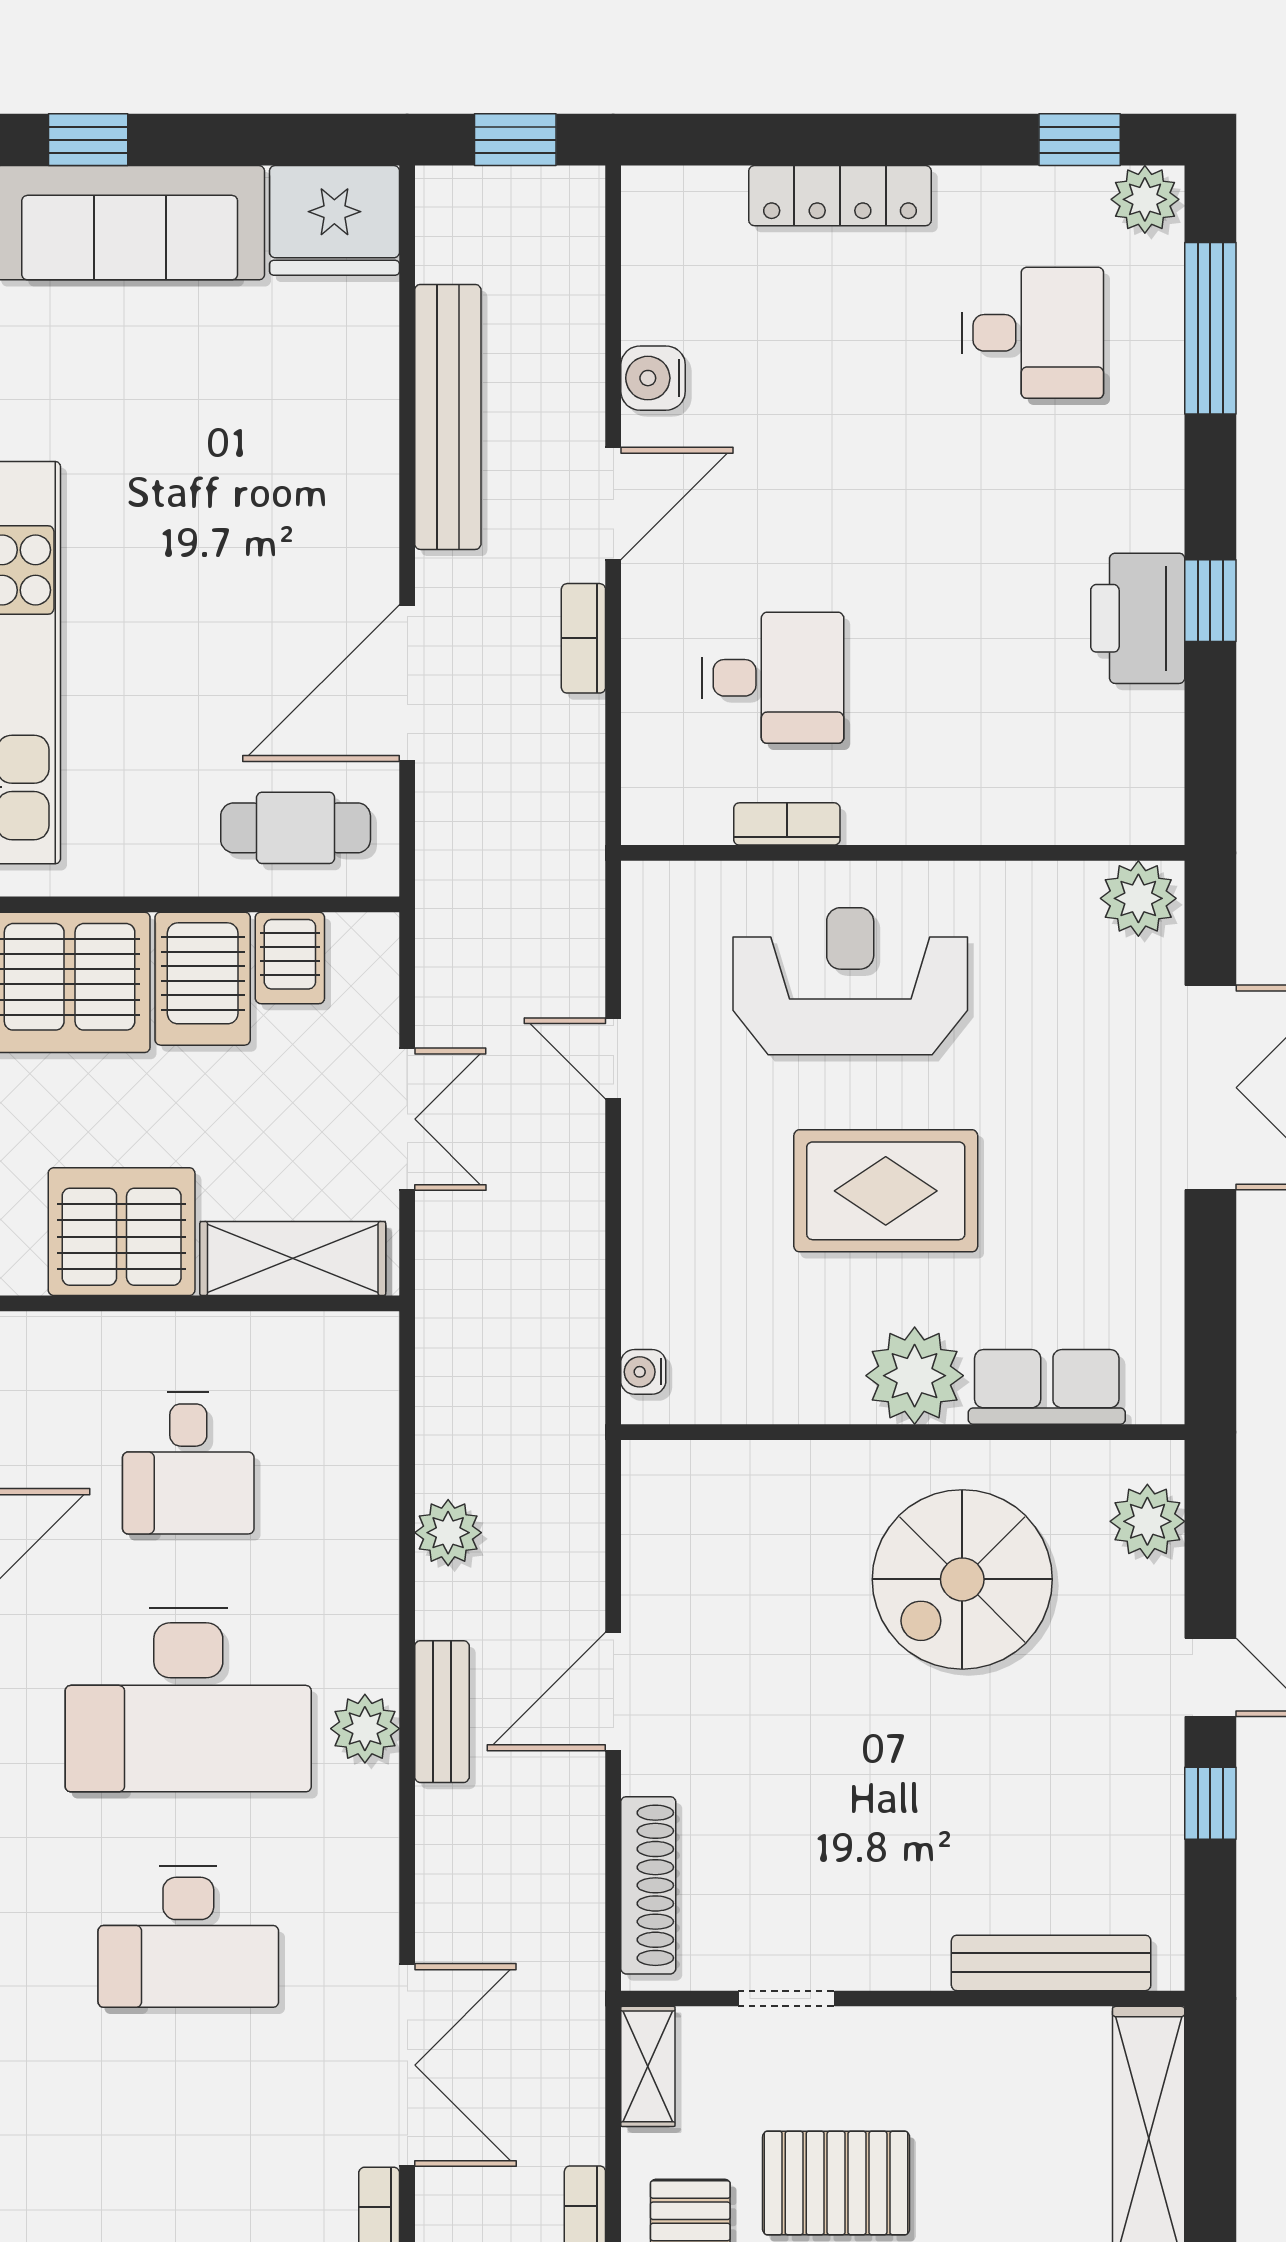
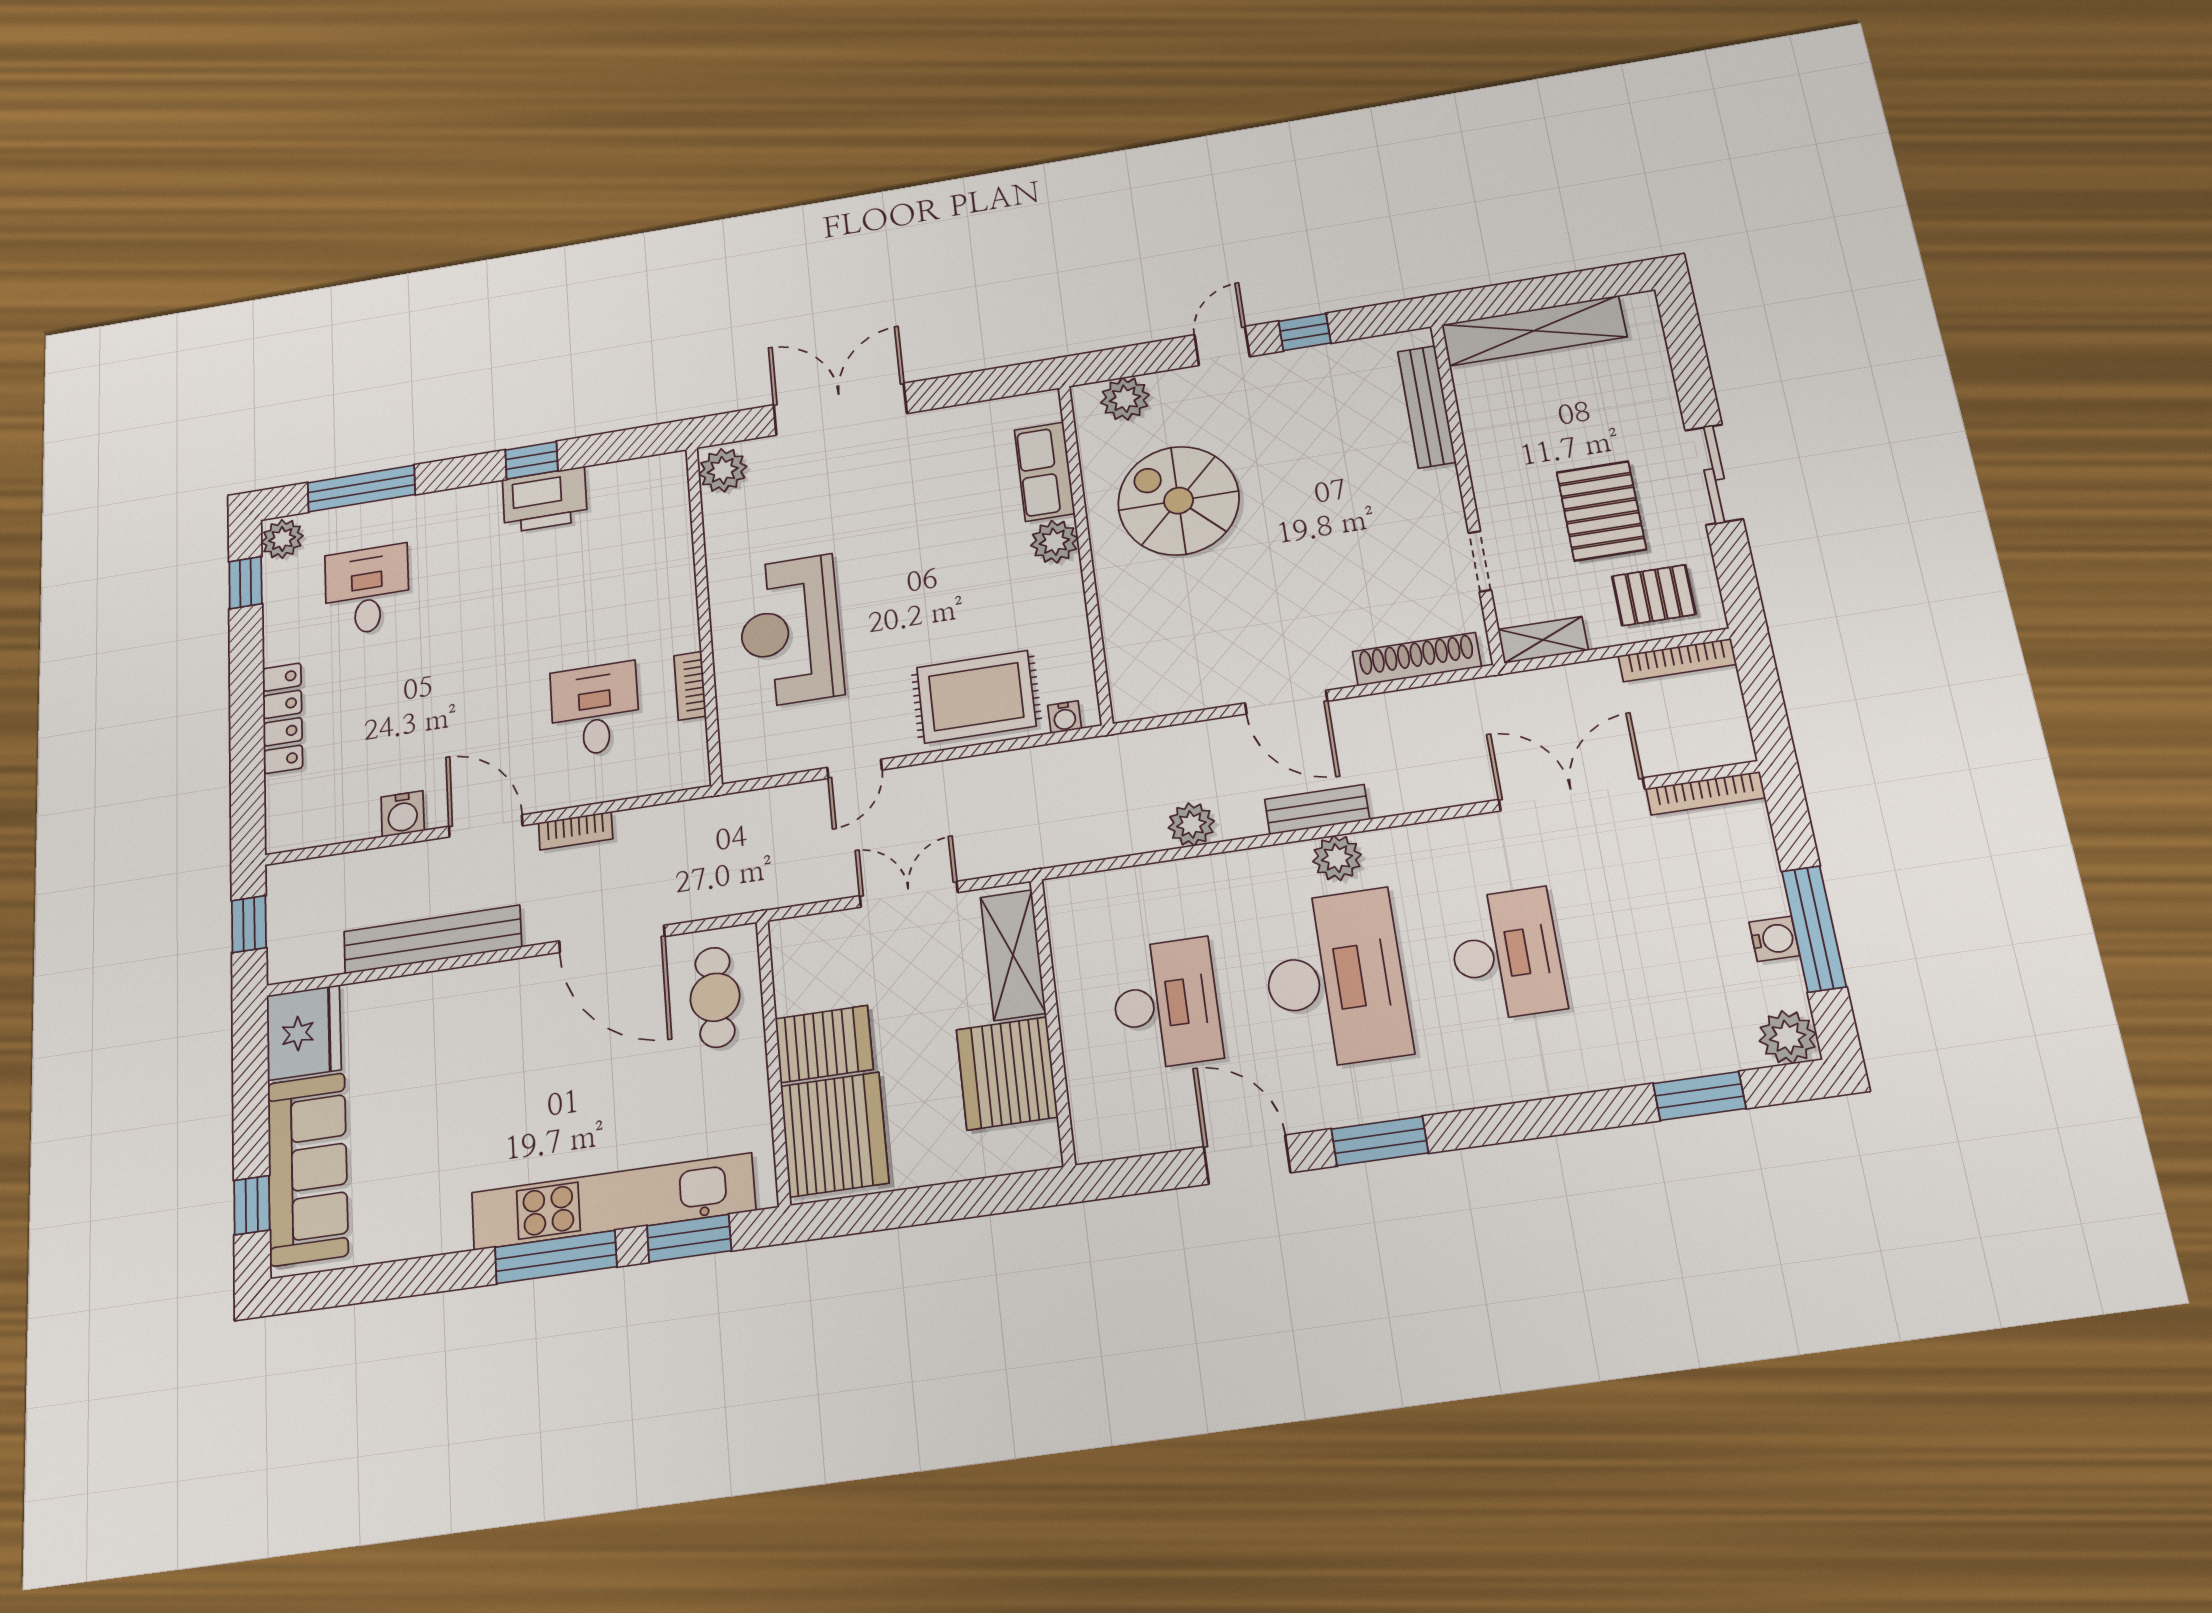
server rack: (290, 958) -> (805, 988), removed
rug: (886, 1191) -> (976, 697), moved, turned 90
plant: (915, 1376) -> (1054, 542), width x0.73, depth x0.73
desk: (188, 1463) -> (1166, 1004), width x1.37
spiral stairs: (962, 1579) -> (1179, 501), turned 180

